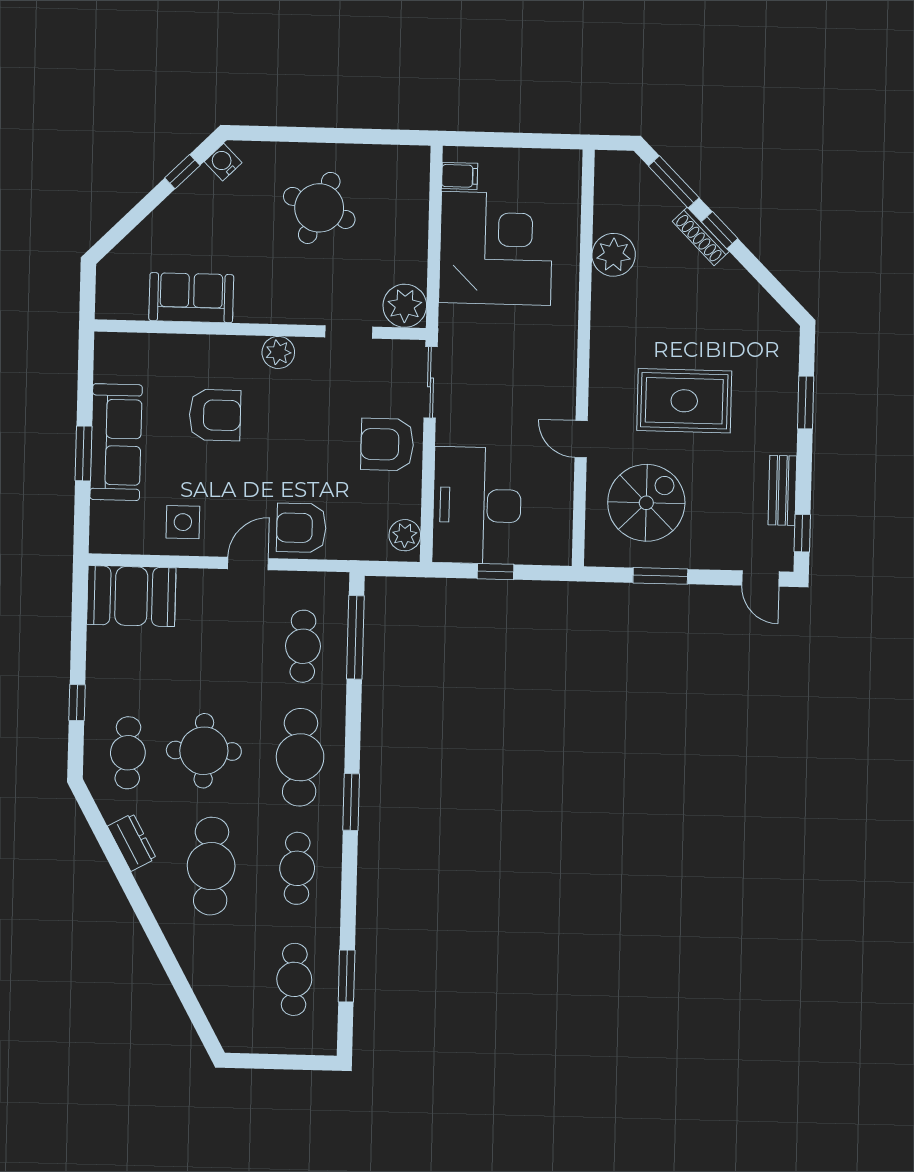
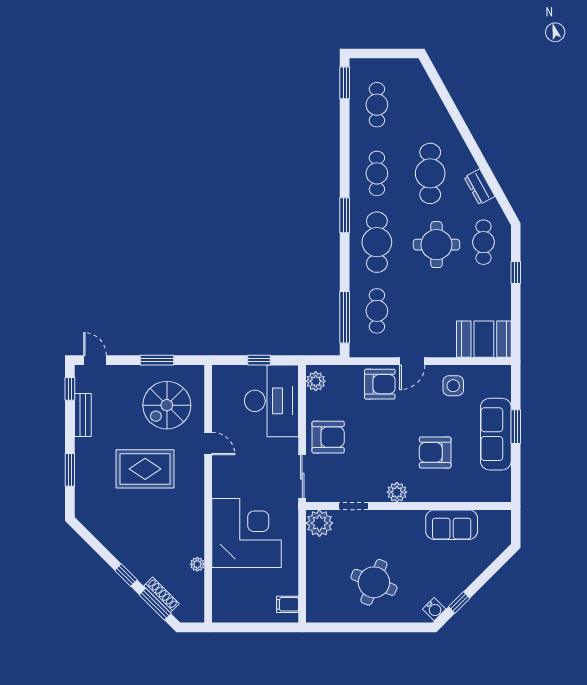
shoe rack: (701, 236) -> (161, 595), moved
corner desk: (496, 248) -> (246, 533), moved, turned 180
plant: (614, 255) -> (197, 564), width x0.53, depth x0.53
window: (347, 976) -> (345, 83), moved

